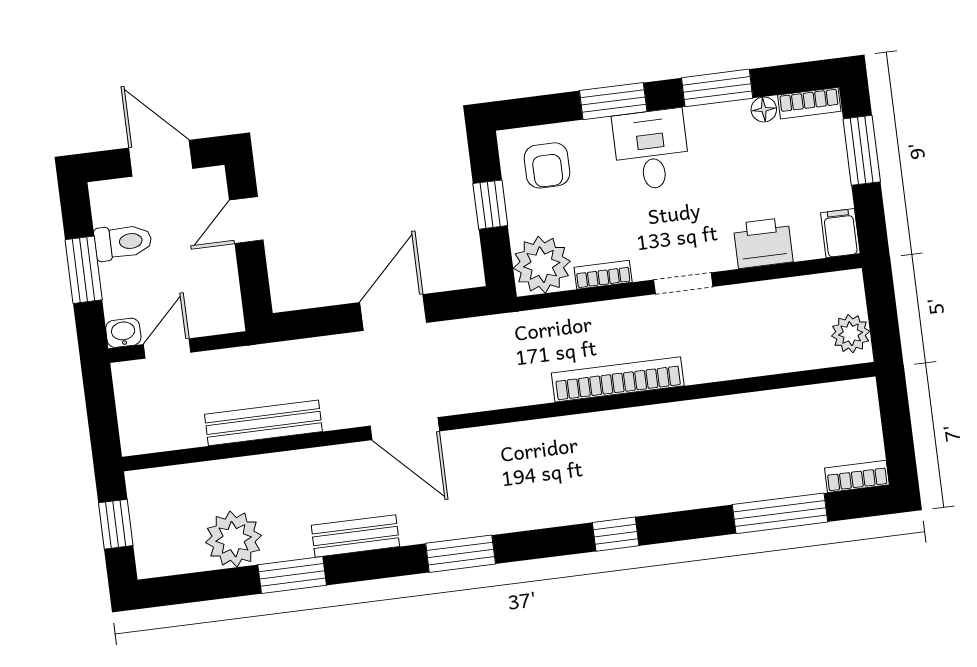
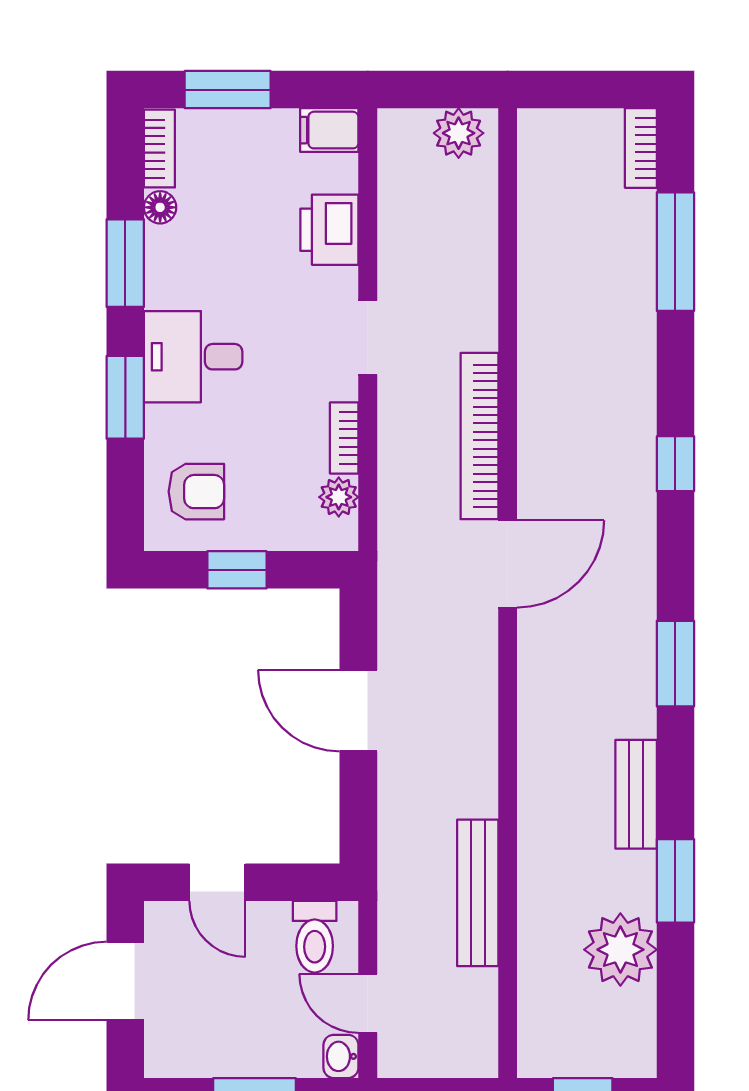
toilet: (123, 242) -> (315, 937), moved, turned 180
plant: (542, 265) -> (339, 497), width x0.53, depth x0.53
door: (405, 429) -> (508, 564), moved

